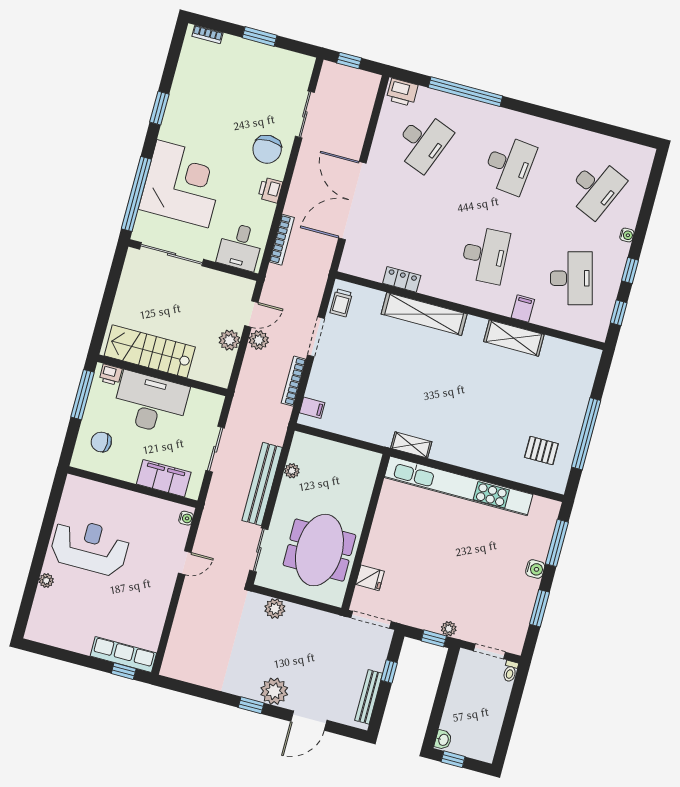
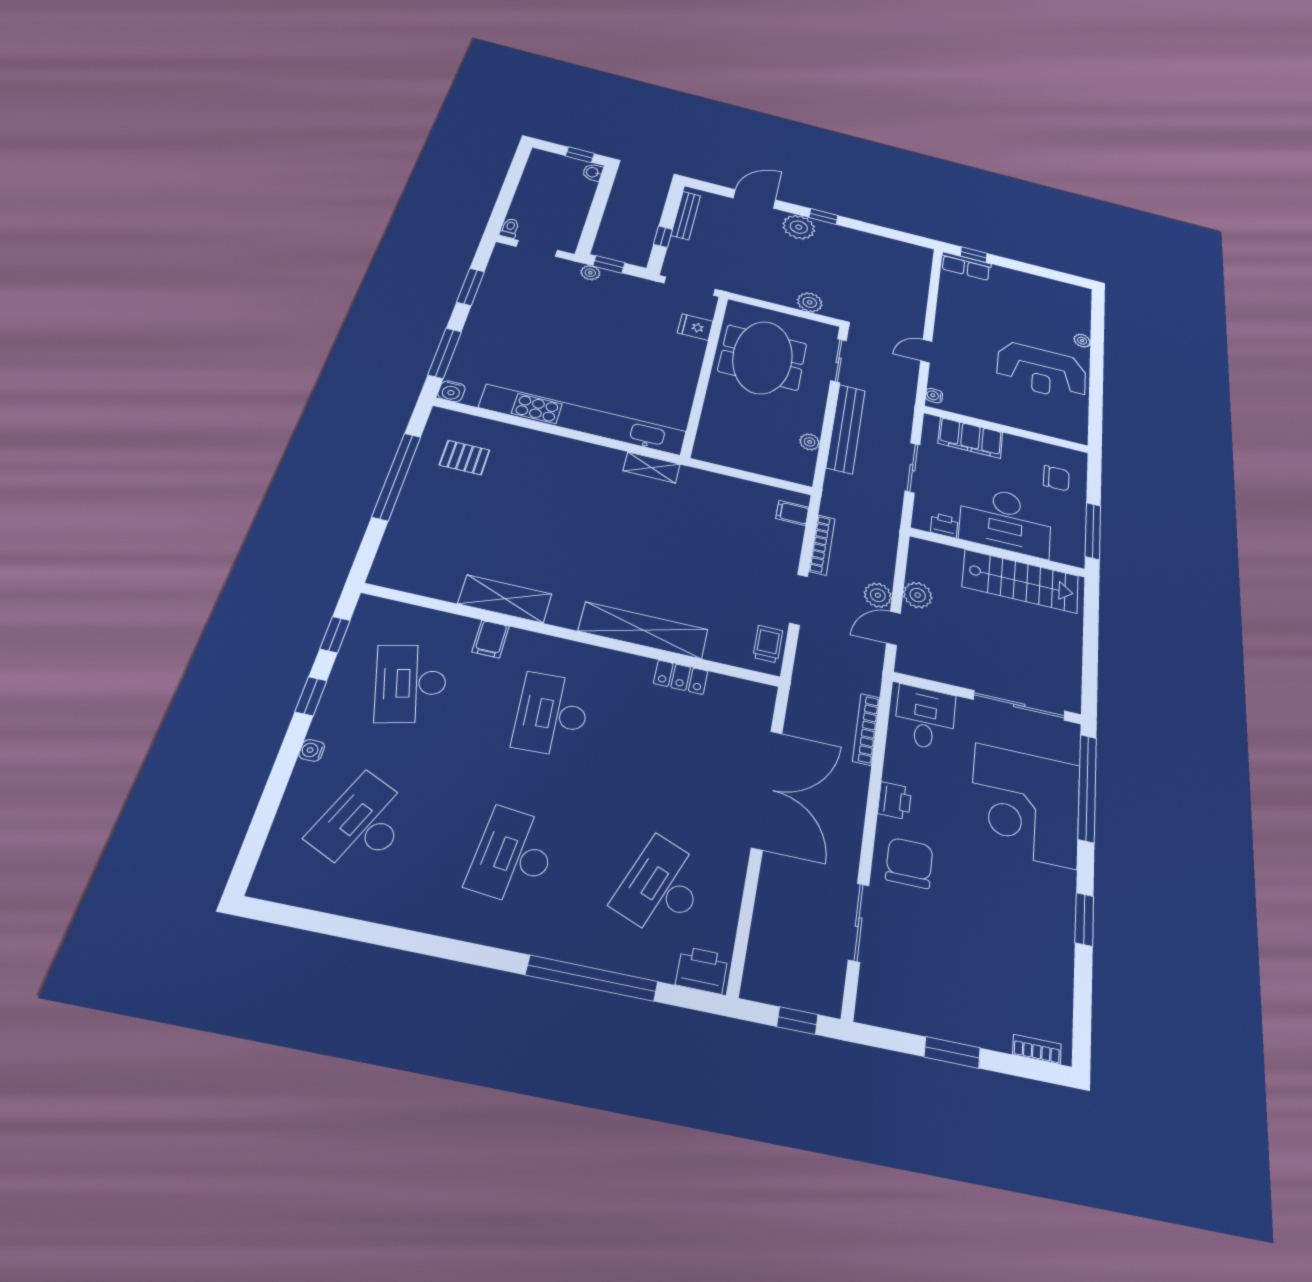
printer: (111, 375) -> (944, 525), moved
water cooler: (535, 569) -> (451, 391), moved, turned -90
row of seats: (123, 655) -> (966, 266), width x0.68

